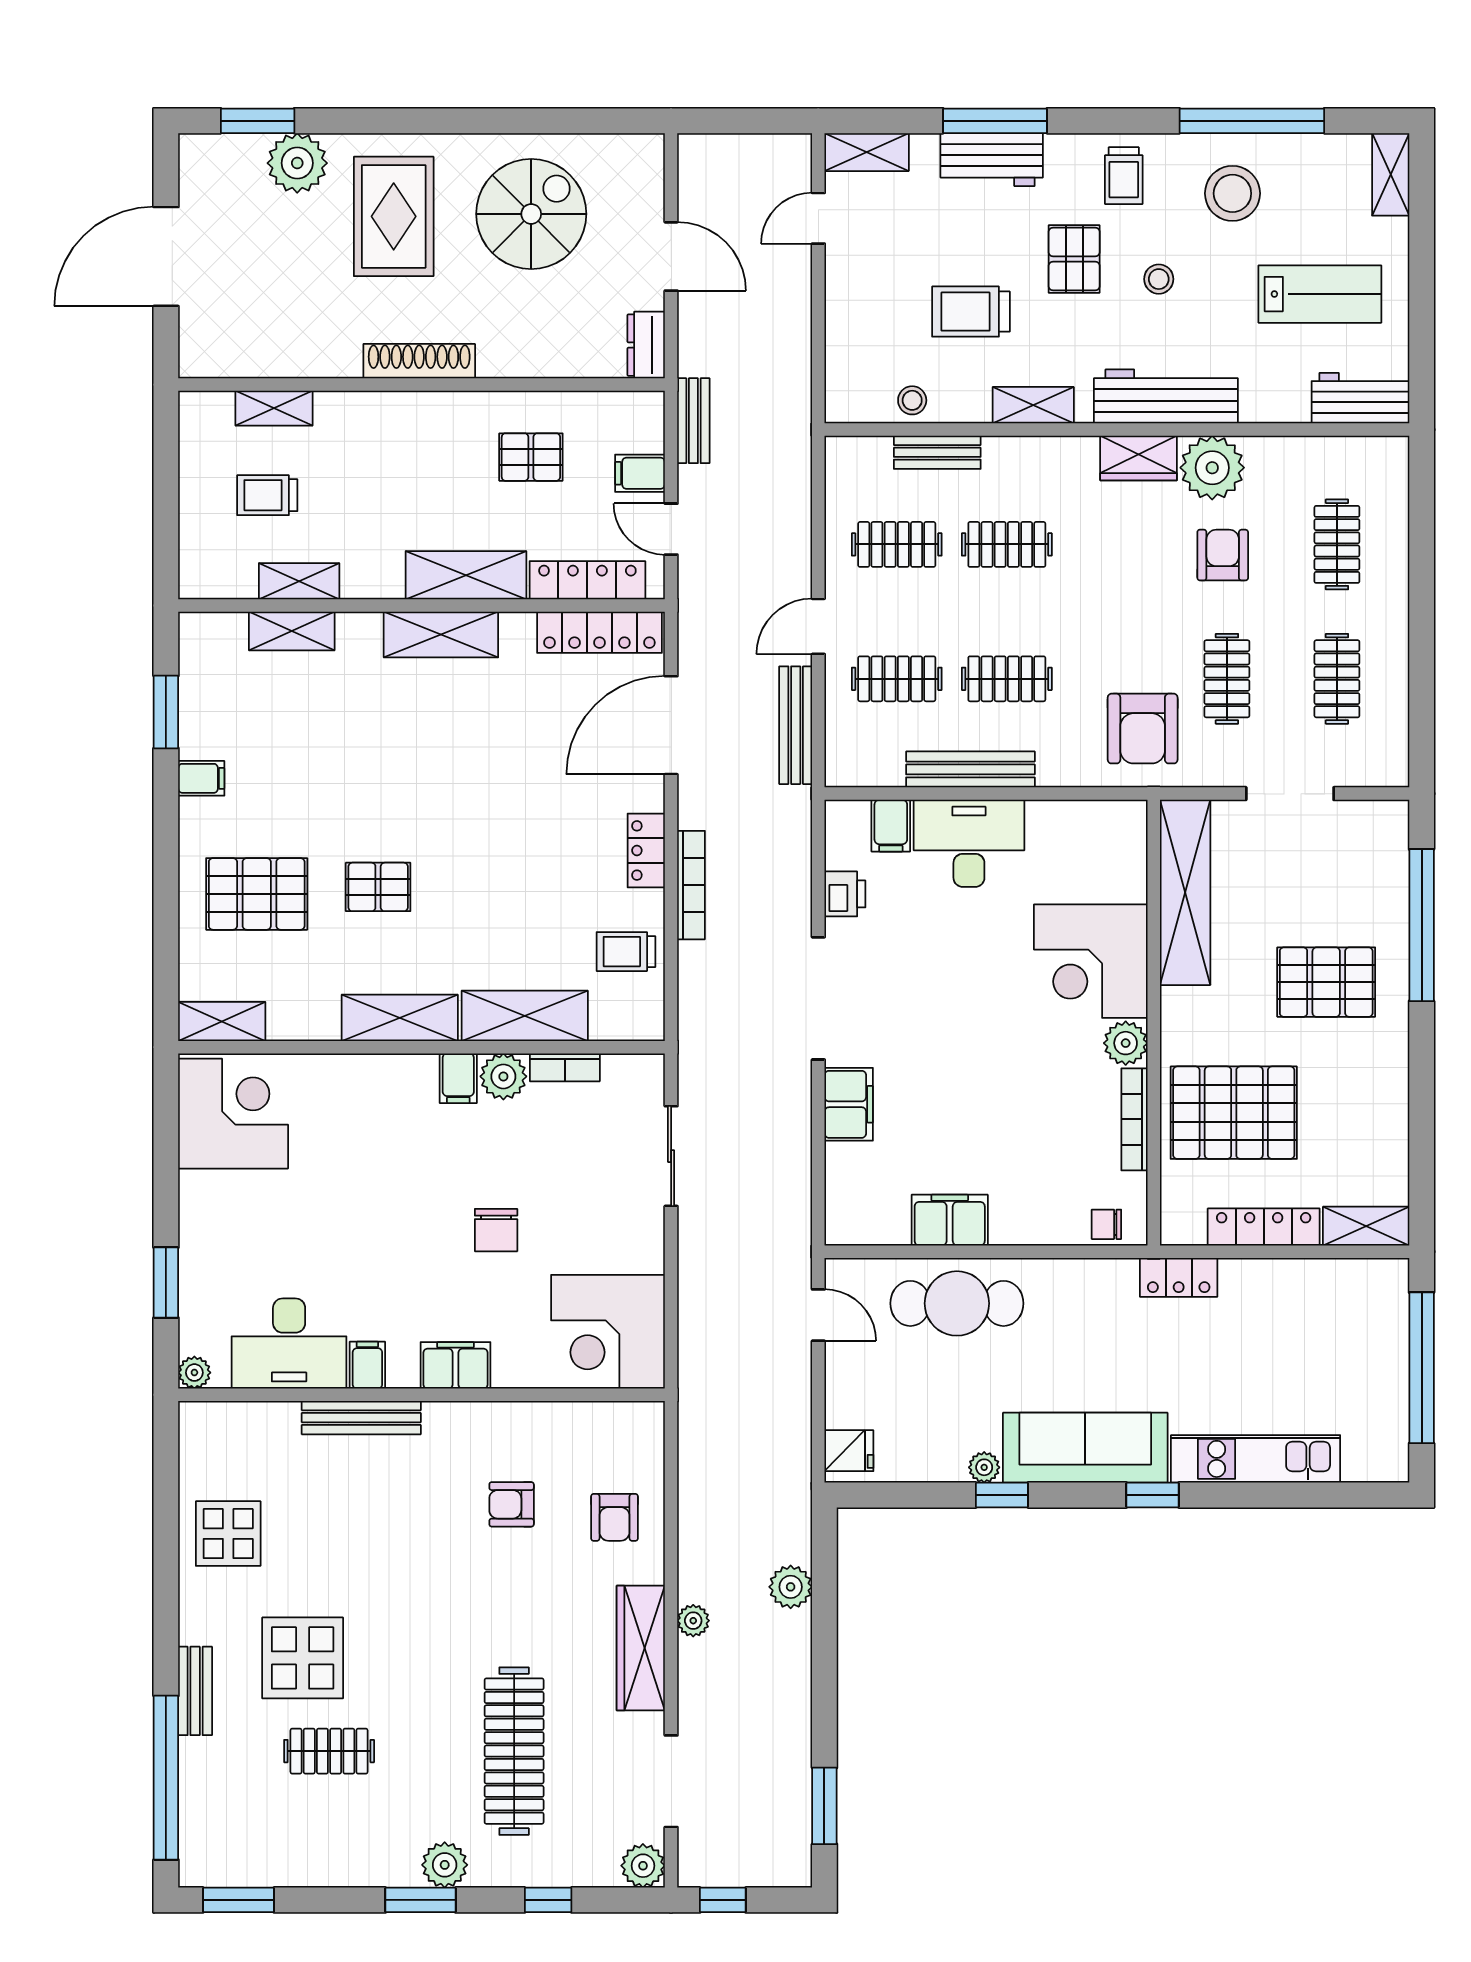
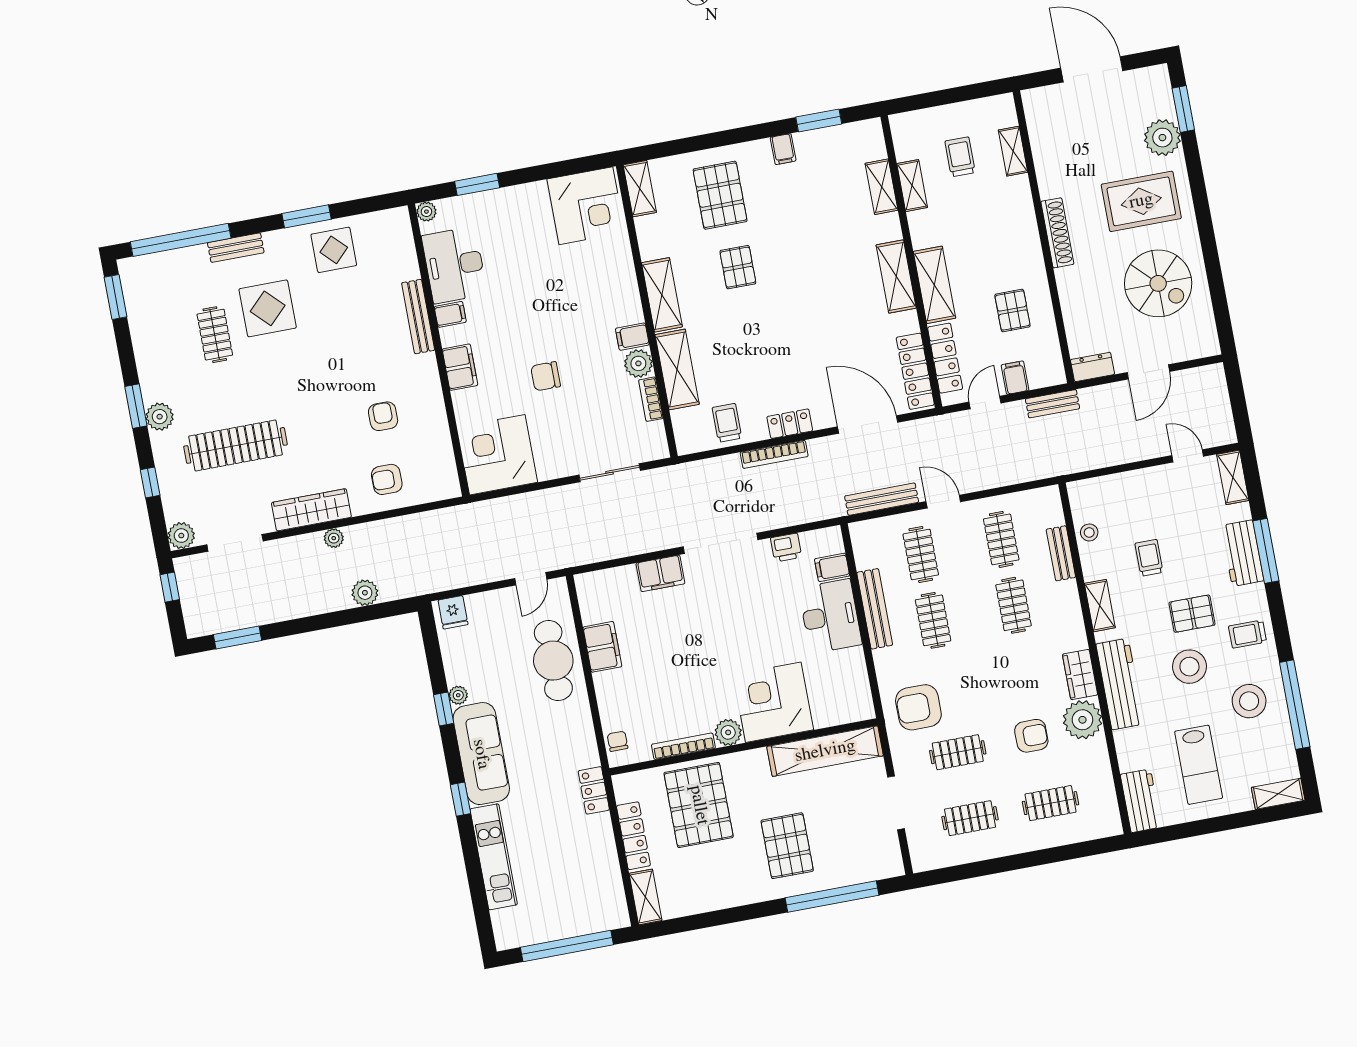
stool: (1159, 279) -> (1189, 667), width x1.89, depth x1.89
trolley: (971, 312) -> (1149, 558), width x0.73, depth x0.72
window: (166, 1568) -> (306, 216), added

